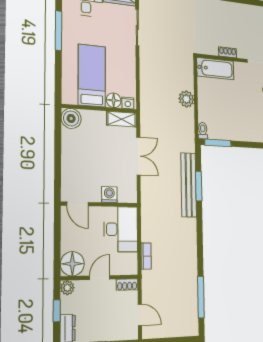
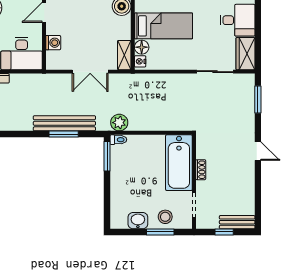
bathtub: (215, 69) -> (179, 163), width x1.36, depth x1.36
plant: (186, 99) -> (119, 123), moved

